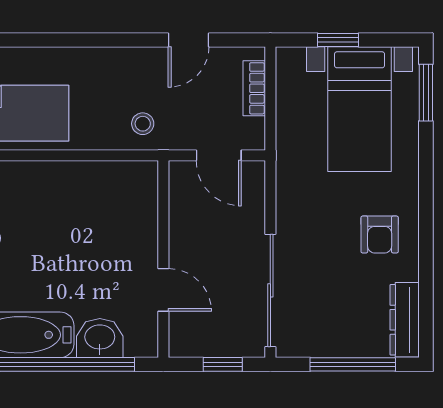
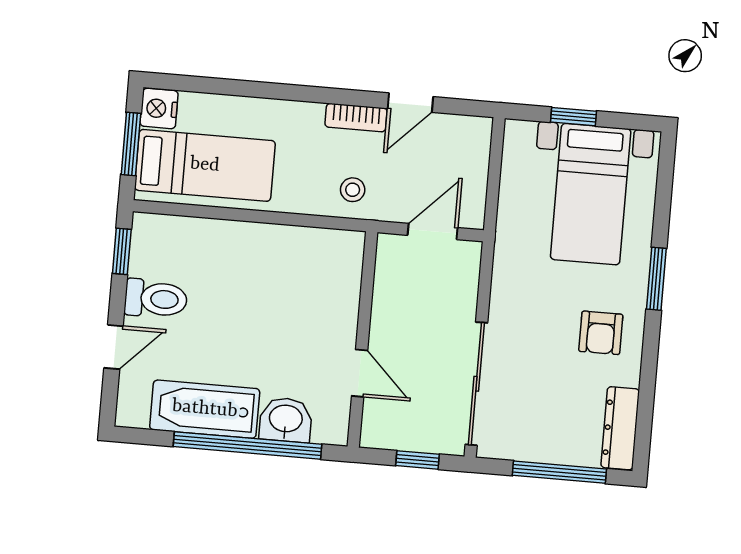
bookcase: (254, 88) -> (356, 118), moved, turned -90
window: (426, 93) -> (656, 279), moved
door: (219, 155) -> (433, 231), swing flipped

